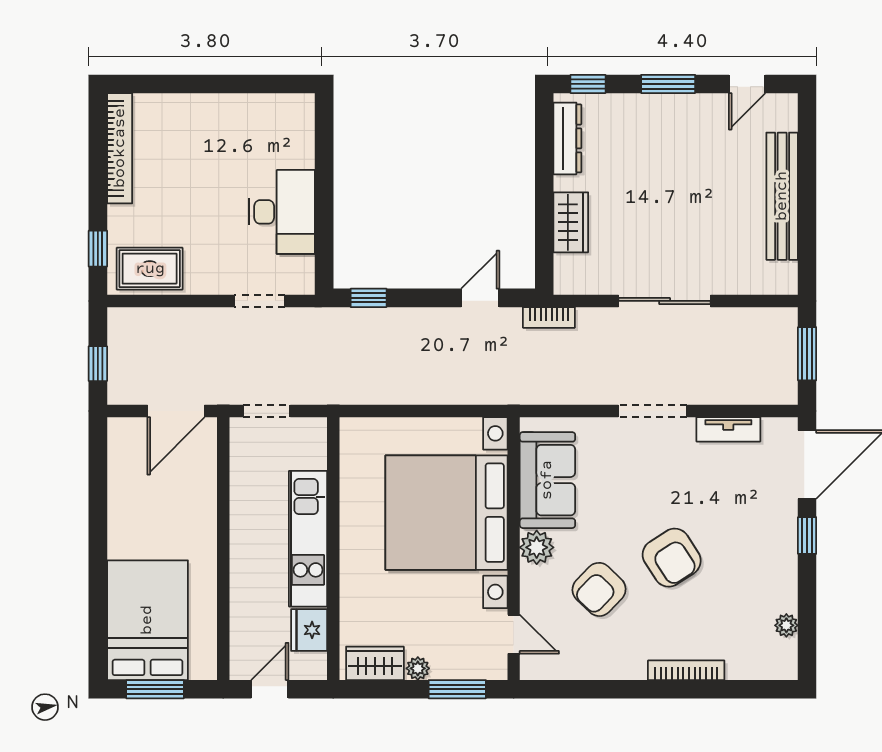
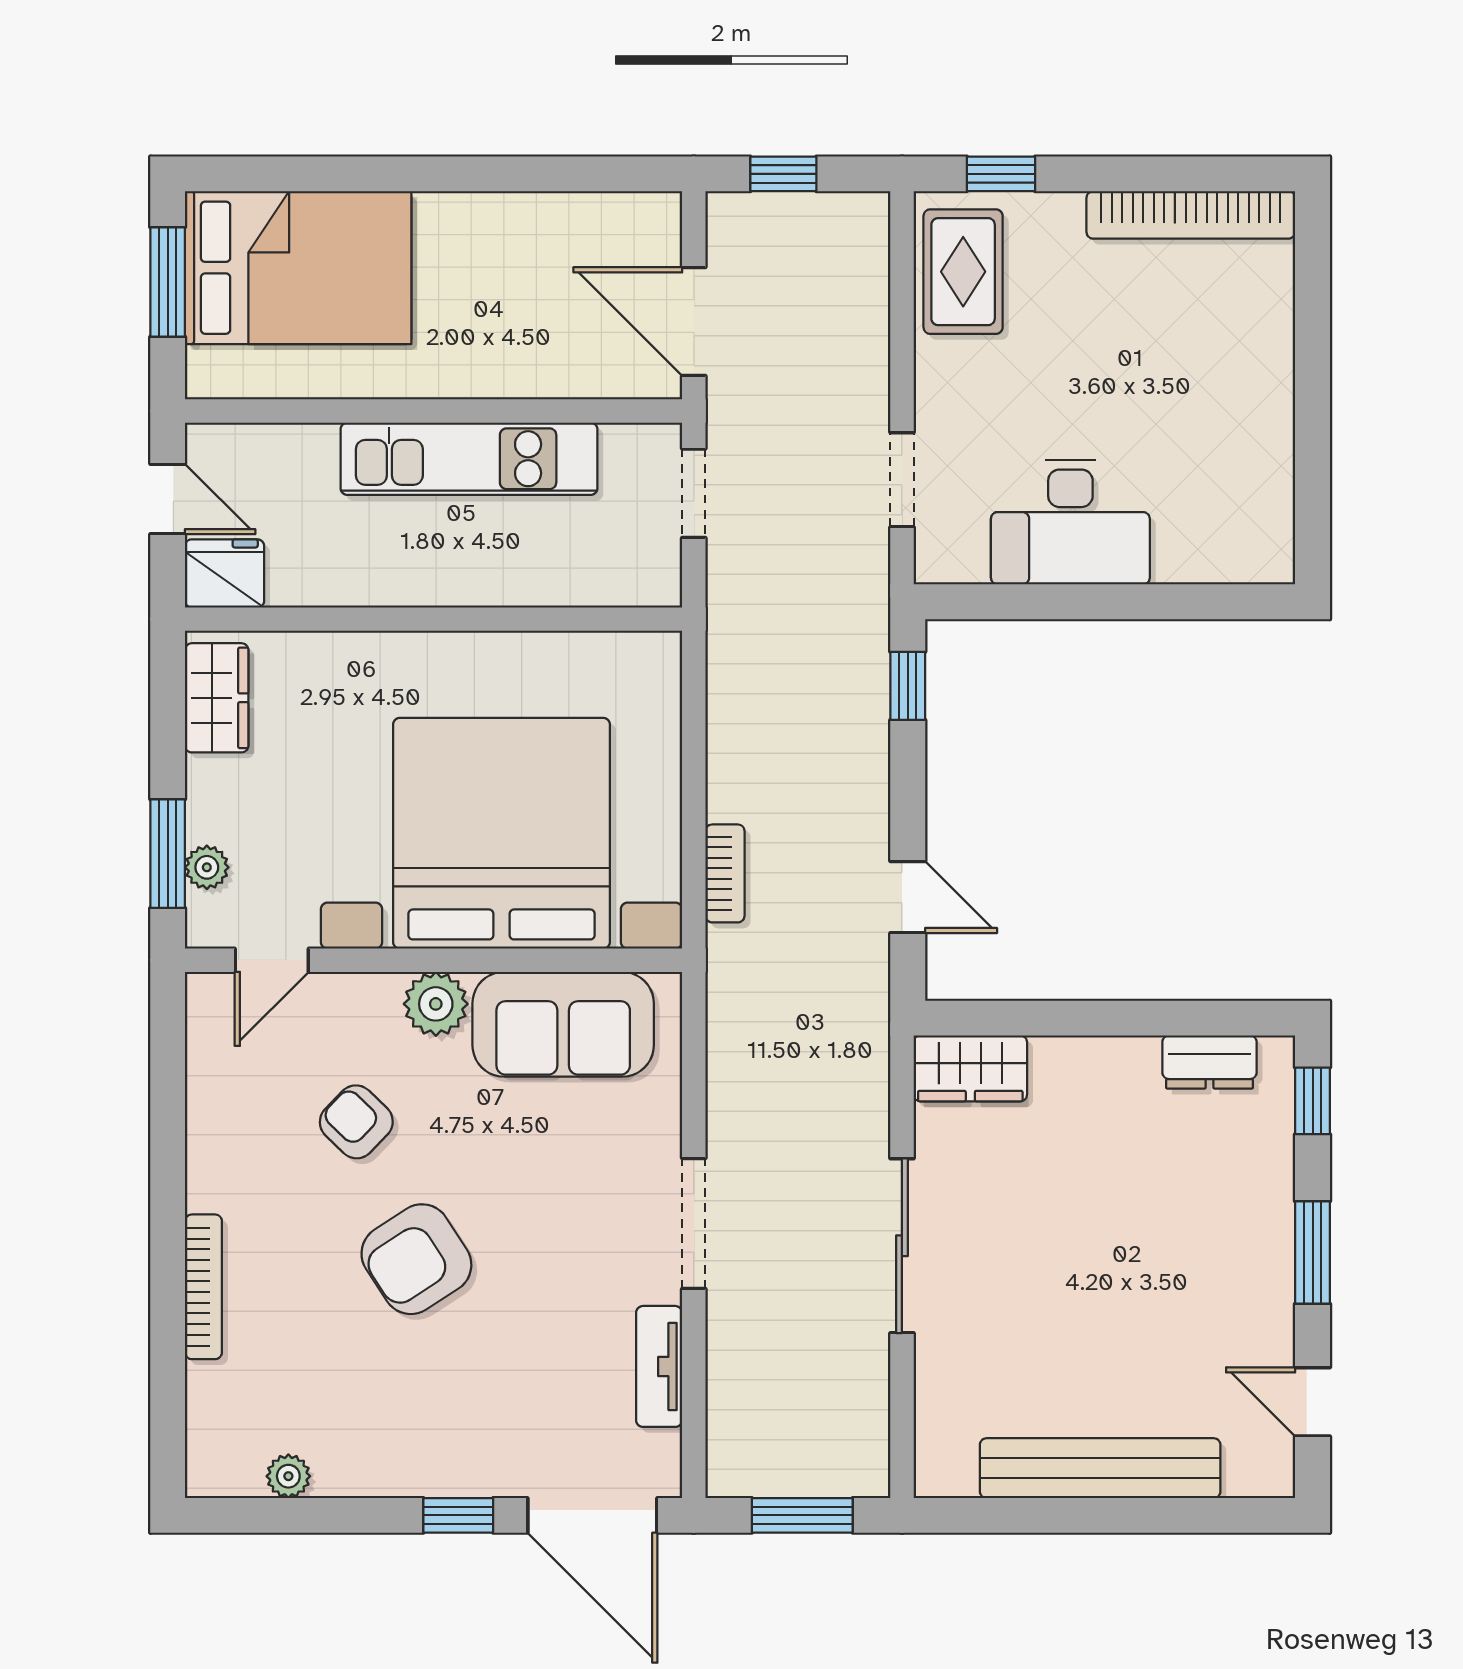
dresser: (567, 138) -> (1209, 1062), width x0.70
wardrobe: (571, 222) -> (970, 1068), moved
bookcase: (549, 317) -> (725, 873), moved, turned 180
kitchen unit: (308, 539) -> (469, 459), moved, turned 180
armchair: (599, 589) -> (356, 1122), width x0.72, depth x0.72
fridge: (309, 630) -> (225, 573), moved
plant: (418, 668) -> (207, 867), moved

